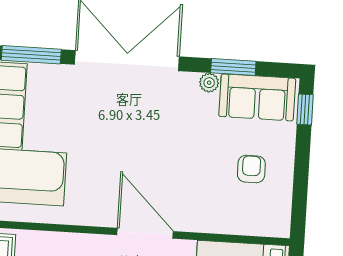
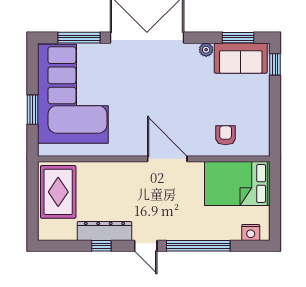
window: (233, 67) -> (238, 38), moved
armchair: (251, 169) -> (226, 135), moved

